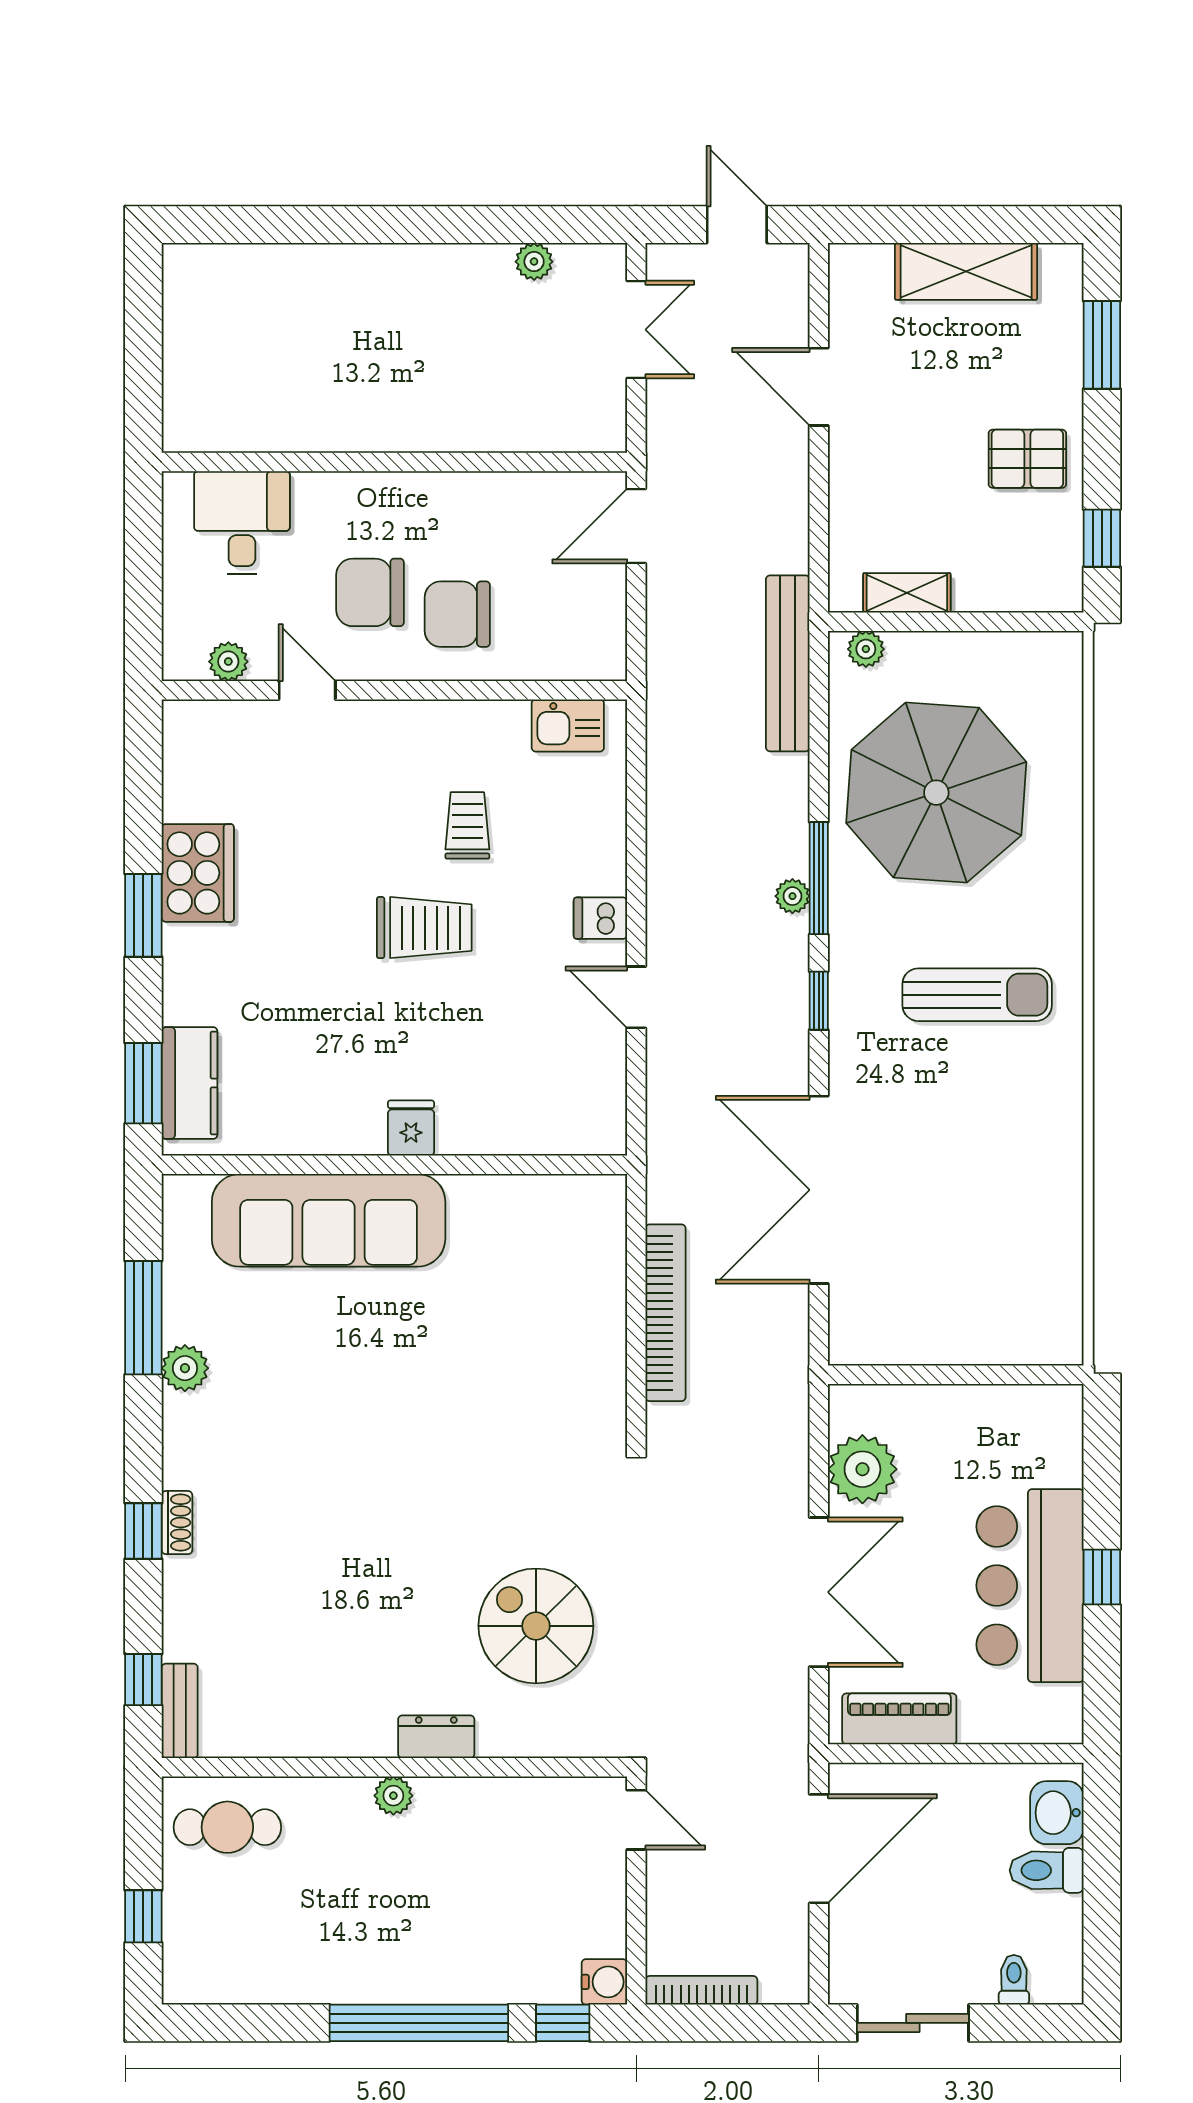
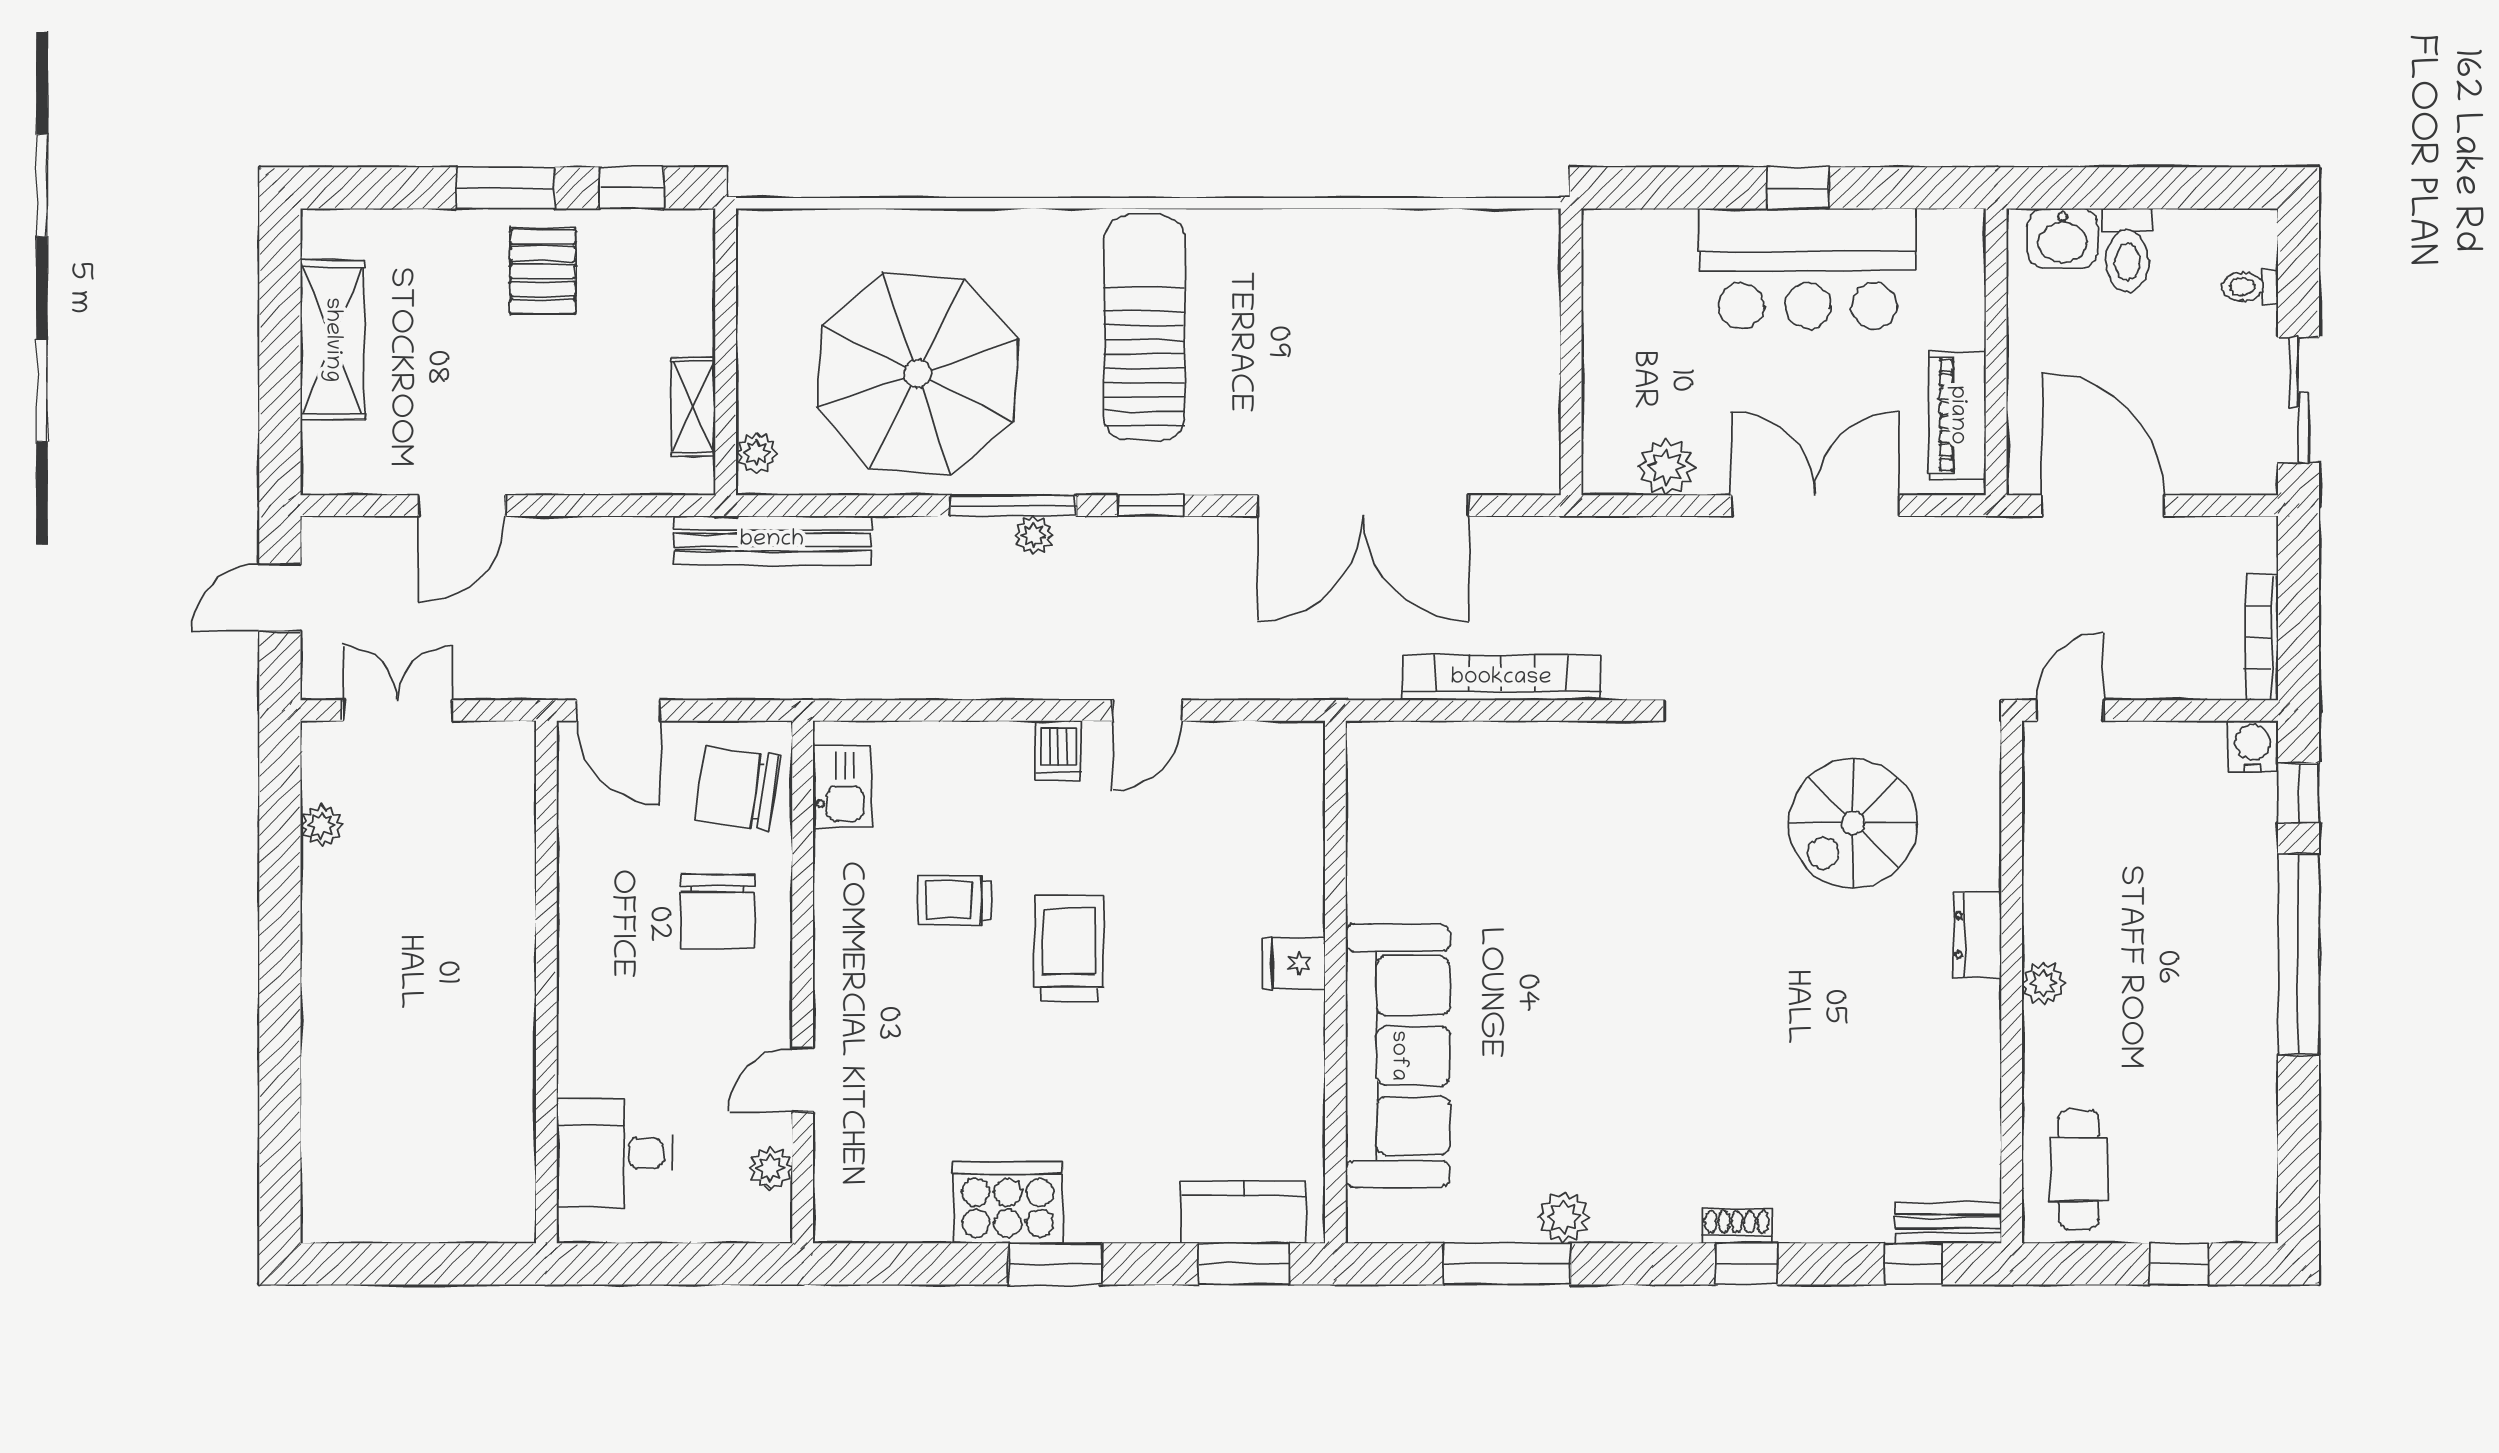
window: (1102, 345) -> (505, 188), moved
chair: (370, 592) -> (737, 788), moved, turned 98
sun lounger: (977, 995) -> (1144, 328), width x1.36, depth x1.34
plant: (862, 1469) -> (1667, 467), width x0.73, depth x0.73

